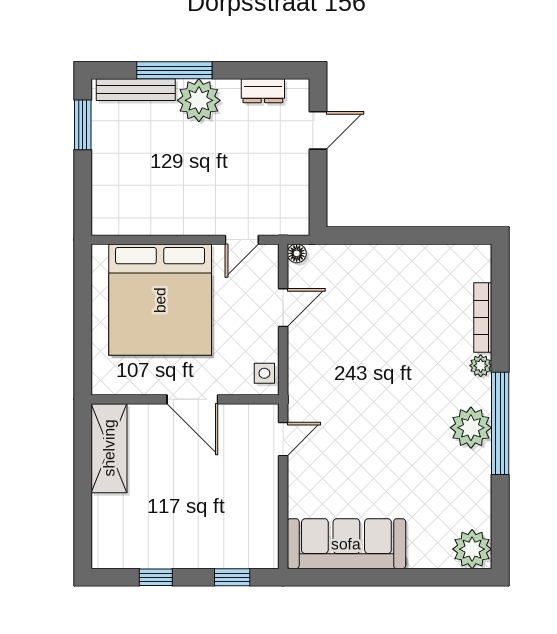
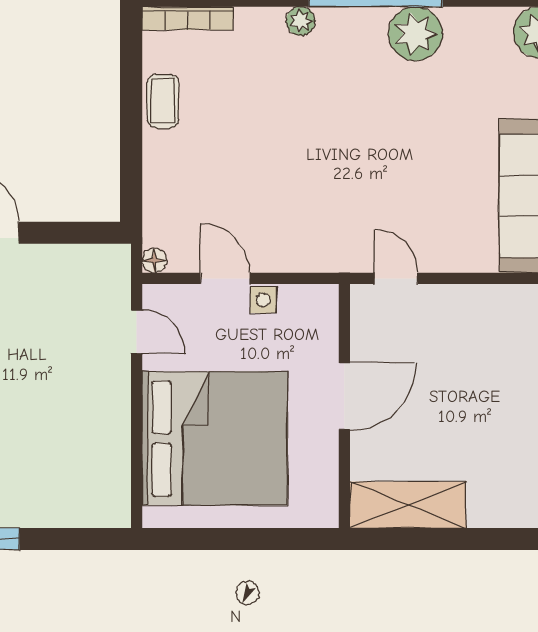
coffee table: (419, 260) -> (163, 101), added
bookcase: (483, 317) -> (188, 18), moved
side table: (264, 373) -> (263, 300), moved
plant: (471, 428) -> (415, 34), moved

